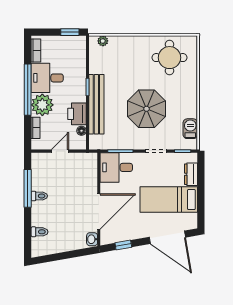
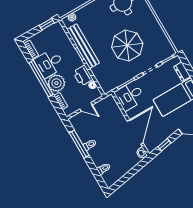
bench: (96, 104) -> (83, 46), moved
barbecue: (190, 129) -> (164, 42), removed
door: (60, 151) -> (86, 107), swing flipped

